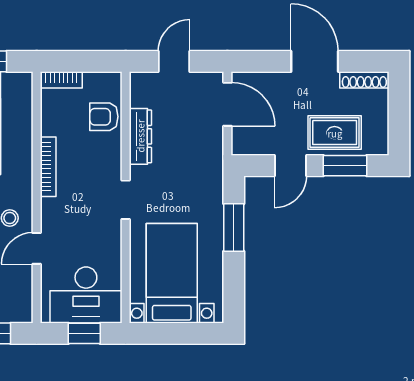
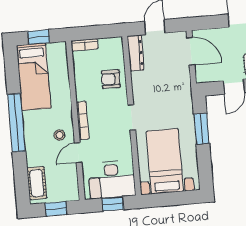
armchair: (104, 117) -> (111, 79), moved
dresser: (140, 136) -> (136, 53), moved
bookcase: (48, 167) -> (83, 121), moved

